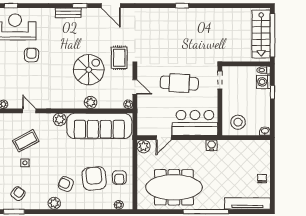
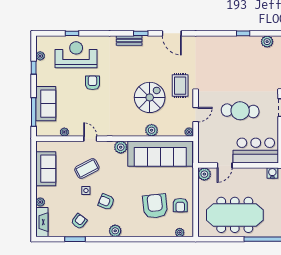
plant: (206, 14) -> (267, 42), added
door: (135, 87) -> (196, 115), hinge flipped
armchair: (66, 184) -> (106, 202), moved

